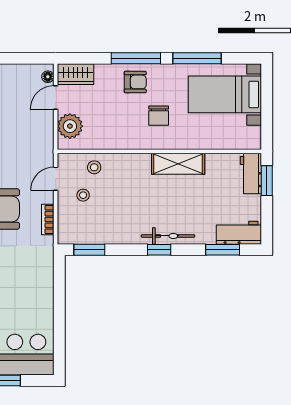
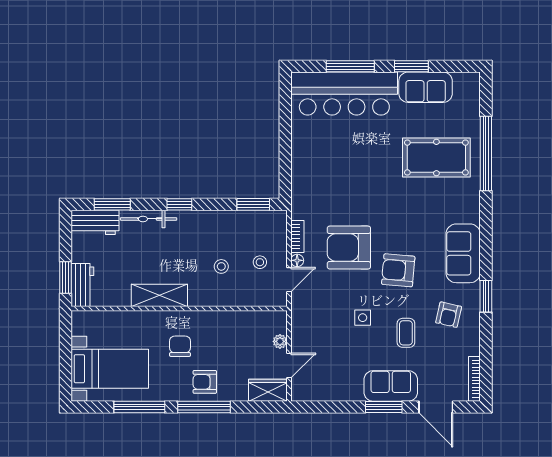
floor lamp: (48, 77) -> (297, 260), moved
plant: (70, 126) -> (280, 341), width x0.53, depth x0.53
stool: (94, 167) -> (221, 266), moved
bicycle: (168, 236) -> (149, 219), moved

